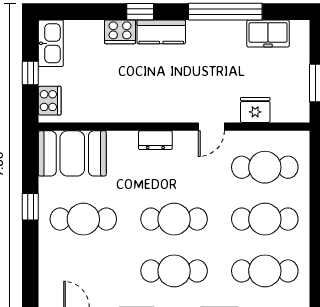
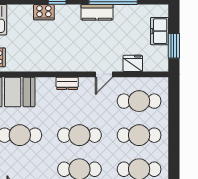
kitchen counter: (161, 32) -> (97, 12), moved
freezer: (268, 34) -> (159, 31), moved, turned 90

